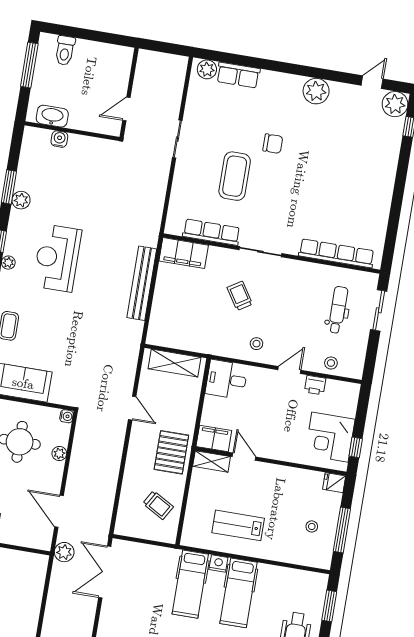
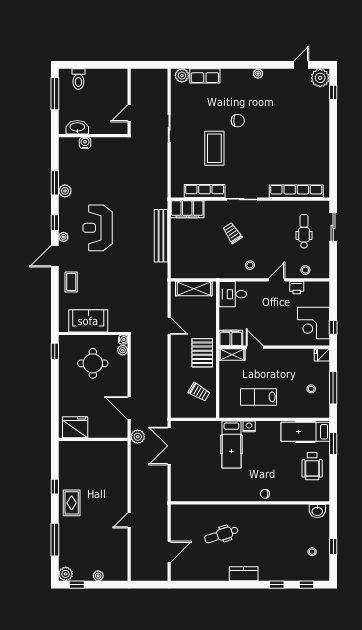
plant: (316, 91) -> (258, 74), width x0.53, depth x0.53
plant: (59, 454) -> (123, 350), moved
hospital bed: (238, 593) -> (305, 432), moved, turned 90

